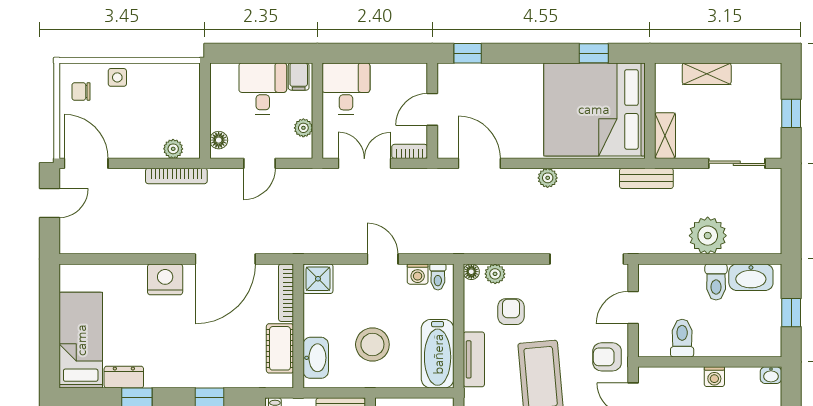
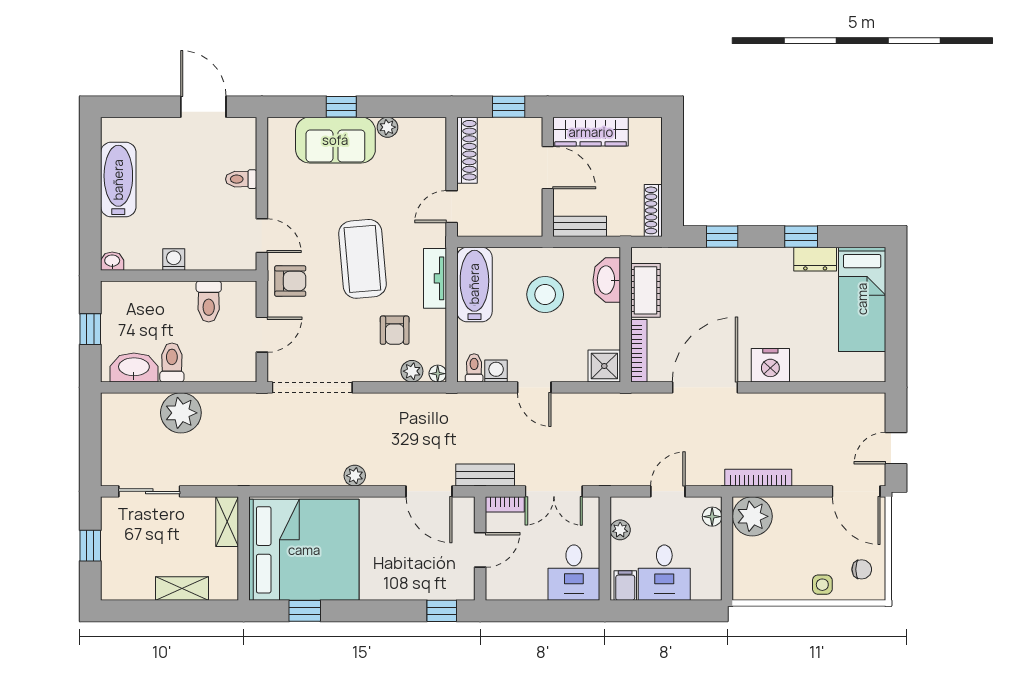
plant: (173, 149) -> (752, 516), width x1.87, depth x1.87
bench: (646, 178) -> (485, 475), moved

